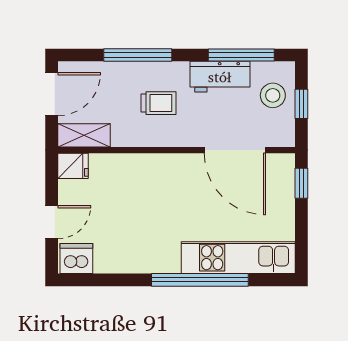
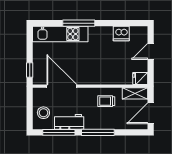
window: (138, 55) -> (98, 132), moved
trolley: (159, 103) -> (106, 101), moved
window: (301, 104) -> (30, 109), removed
dishwasher: (76, 259) -> (121, 34), moved
window: (200, 280) -> (79, 23), width x0.68

